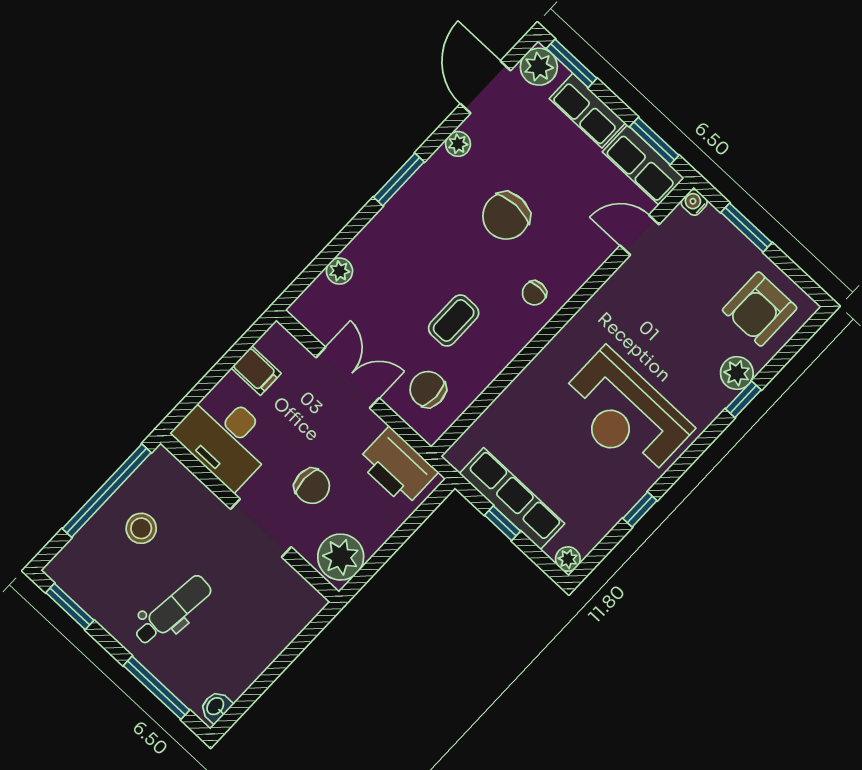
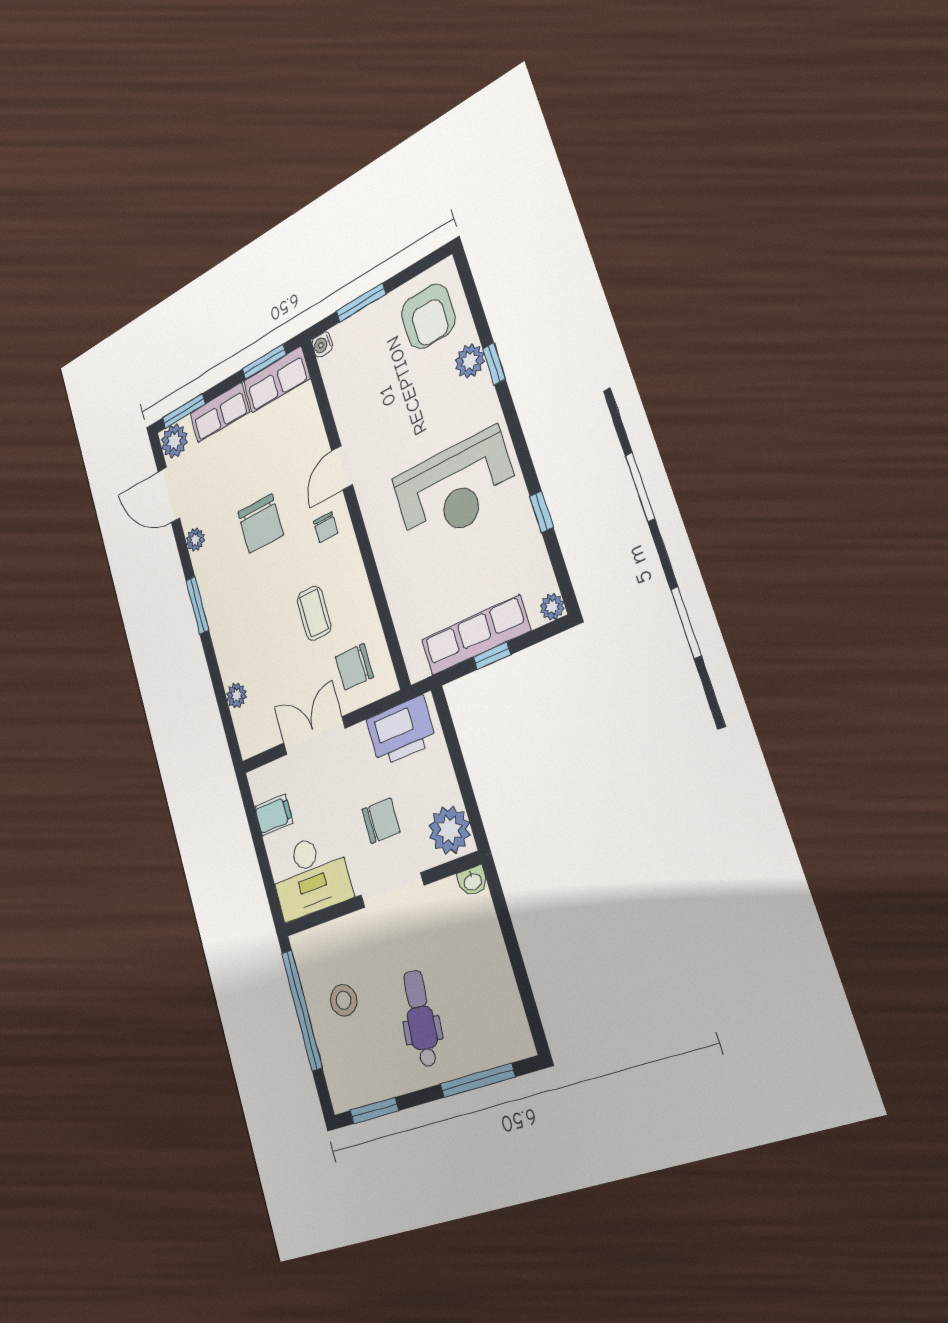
door: (640, 235) -> (342, 468), moved
washbasin: (216, 707) -> (473, 881), moved, turned -90

